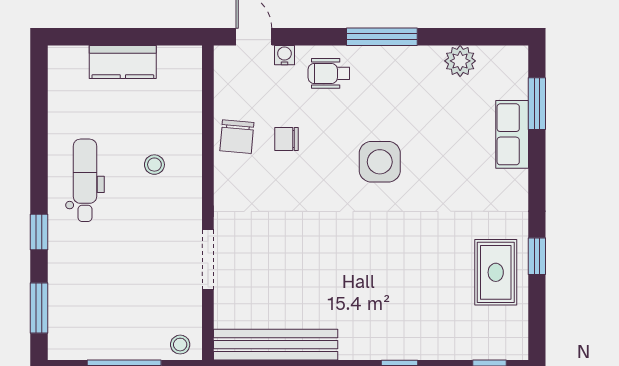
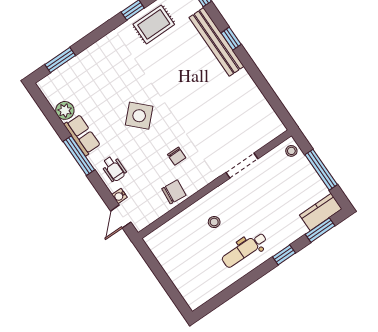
kitchen counter: (123, 62) -> (321, 212), moved, turned -90
row of seats: (512, 134) -> (82, 135), moved, turned -90
chair: (287, 139) -> (177, 156), moved
side table: (380, 162) -> (139, 116), turned 45
bench: (276, 345) -> (217, 42), moved

